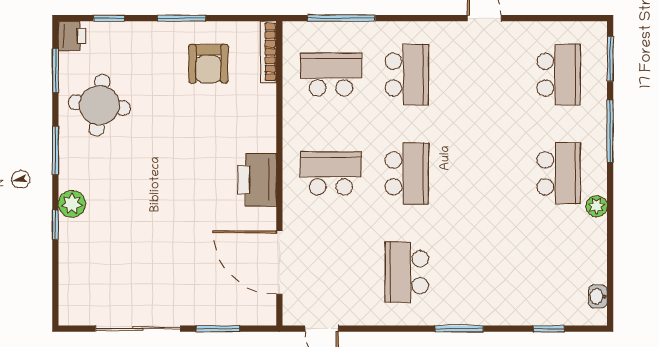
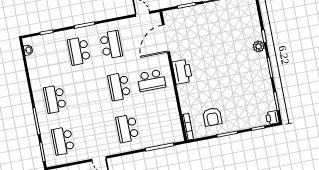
armchair: (208, 64) -> (212, 117), turned 180
school desk: (331, 75) -> (79, 51), moved, turned 90
round table: (99, 105) -> (255, 90), removed
plant: (597, 206) -> (36, 88), removed
door: (279, 263) -> (166, 38), swing flipped

